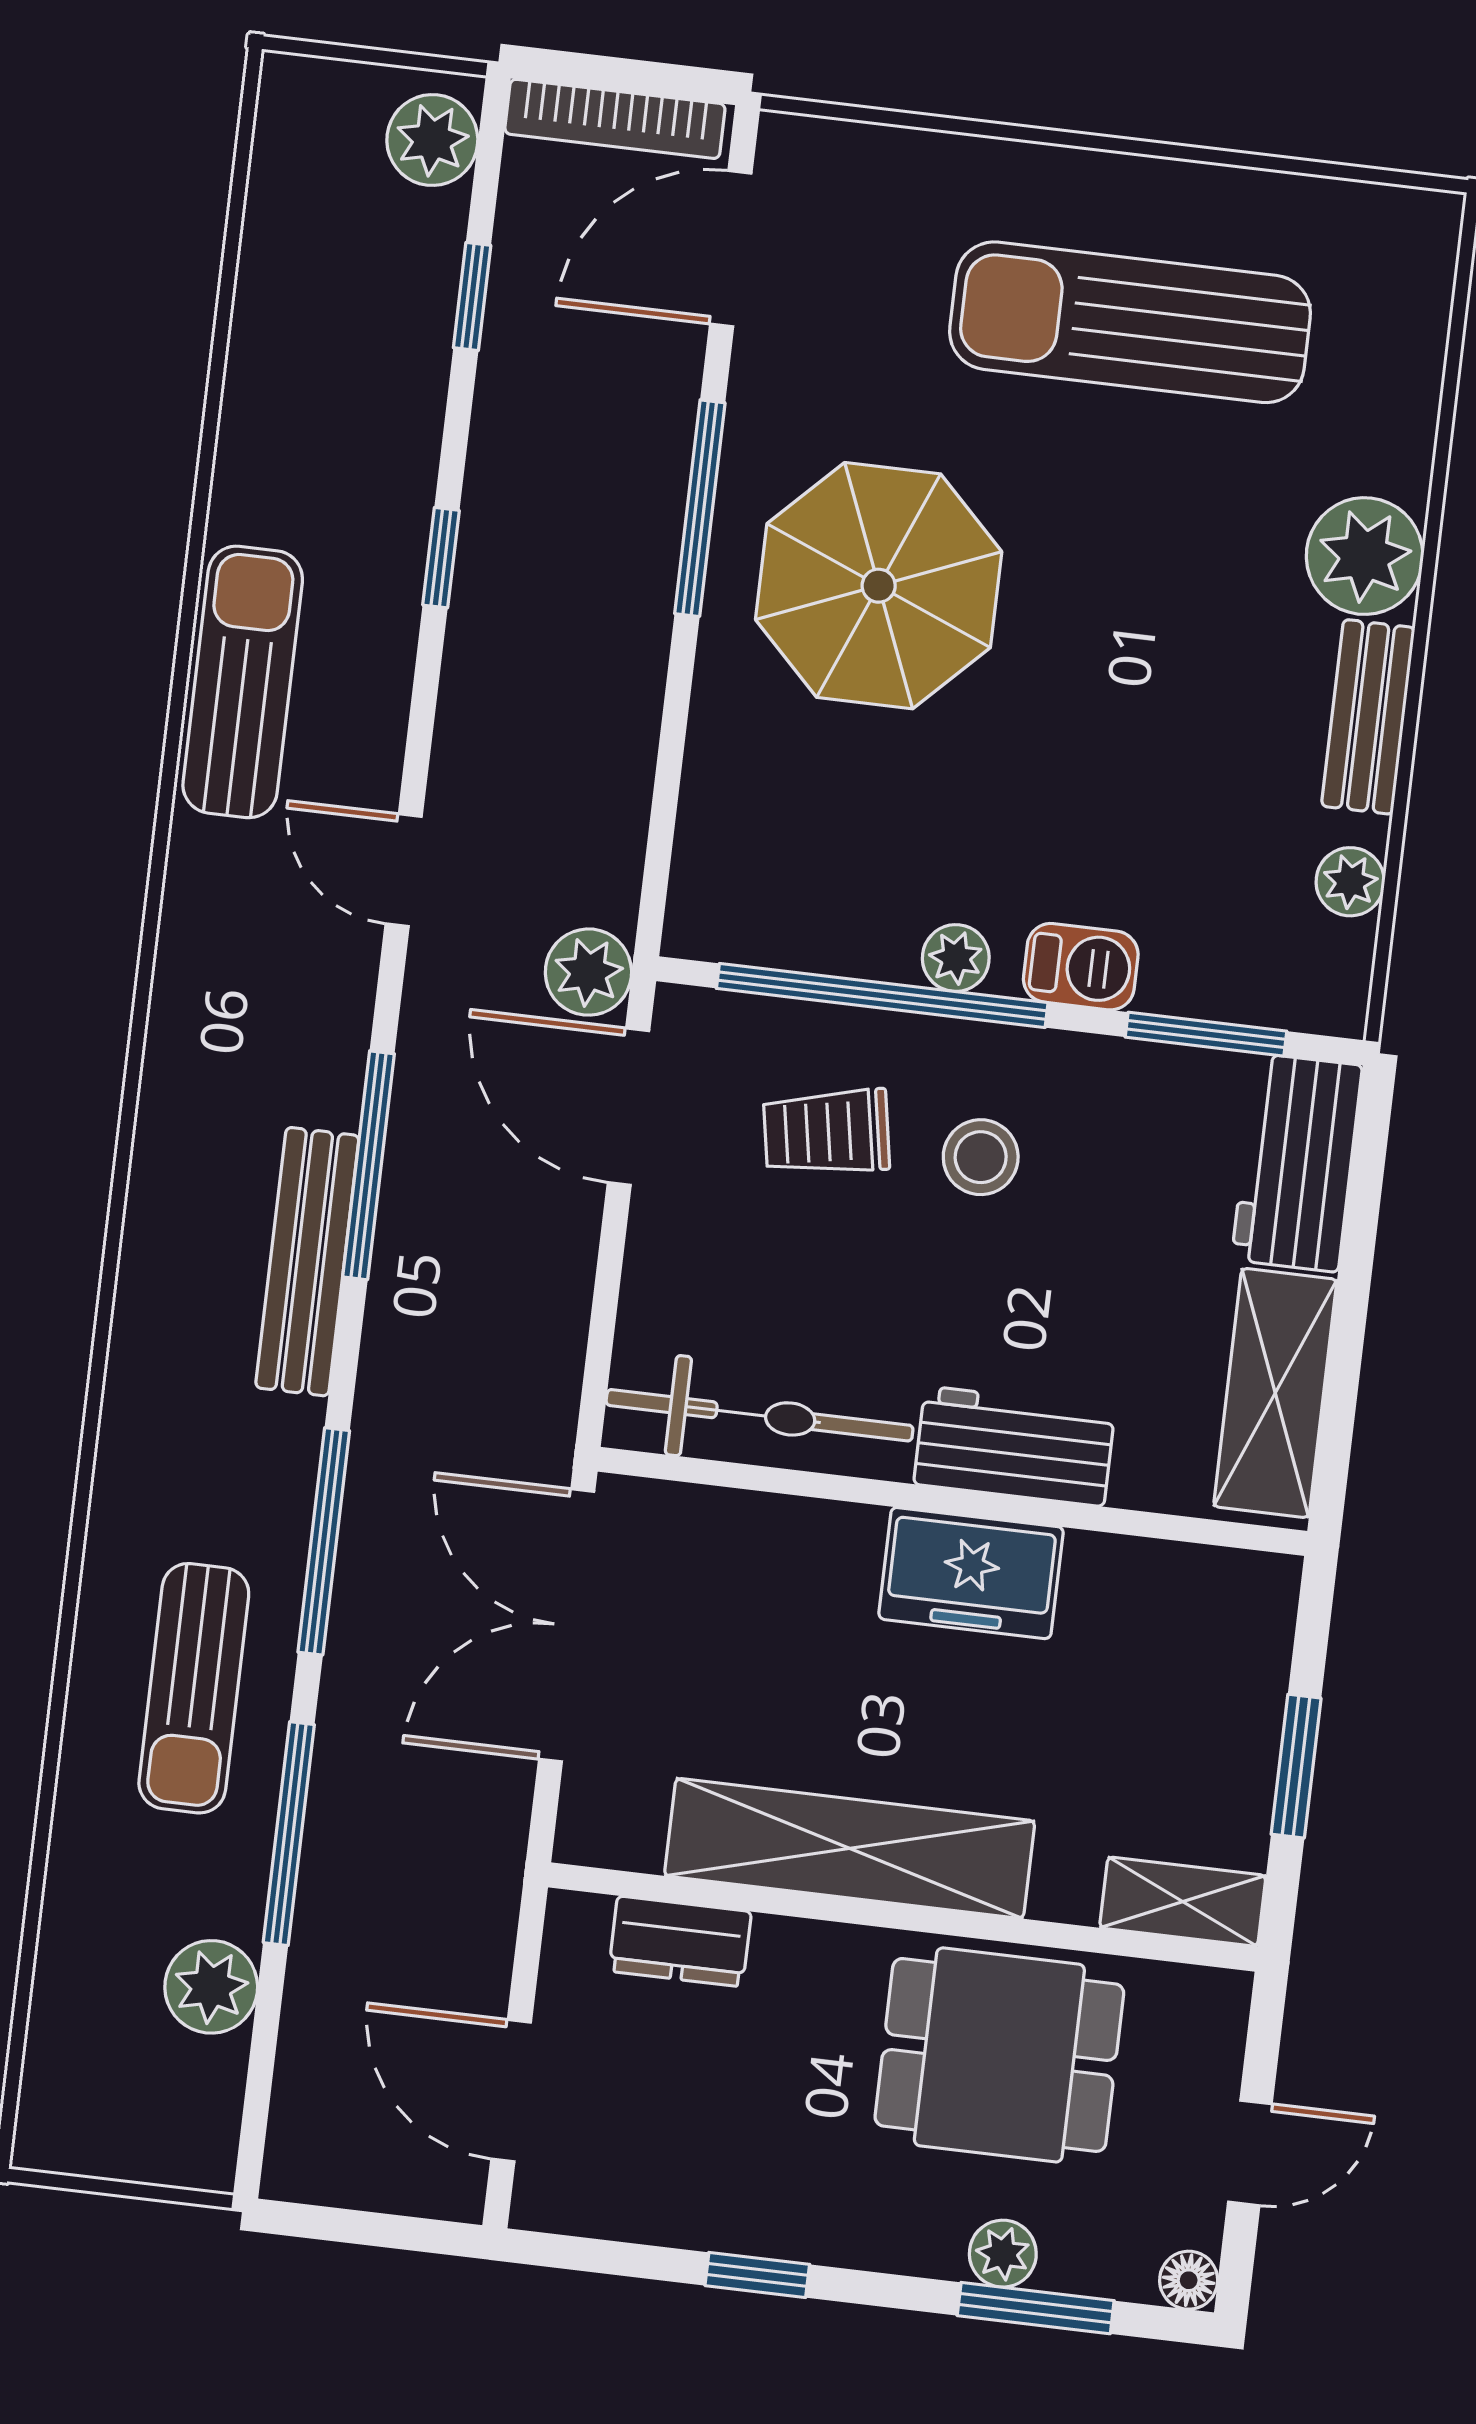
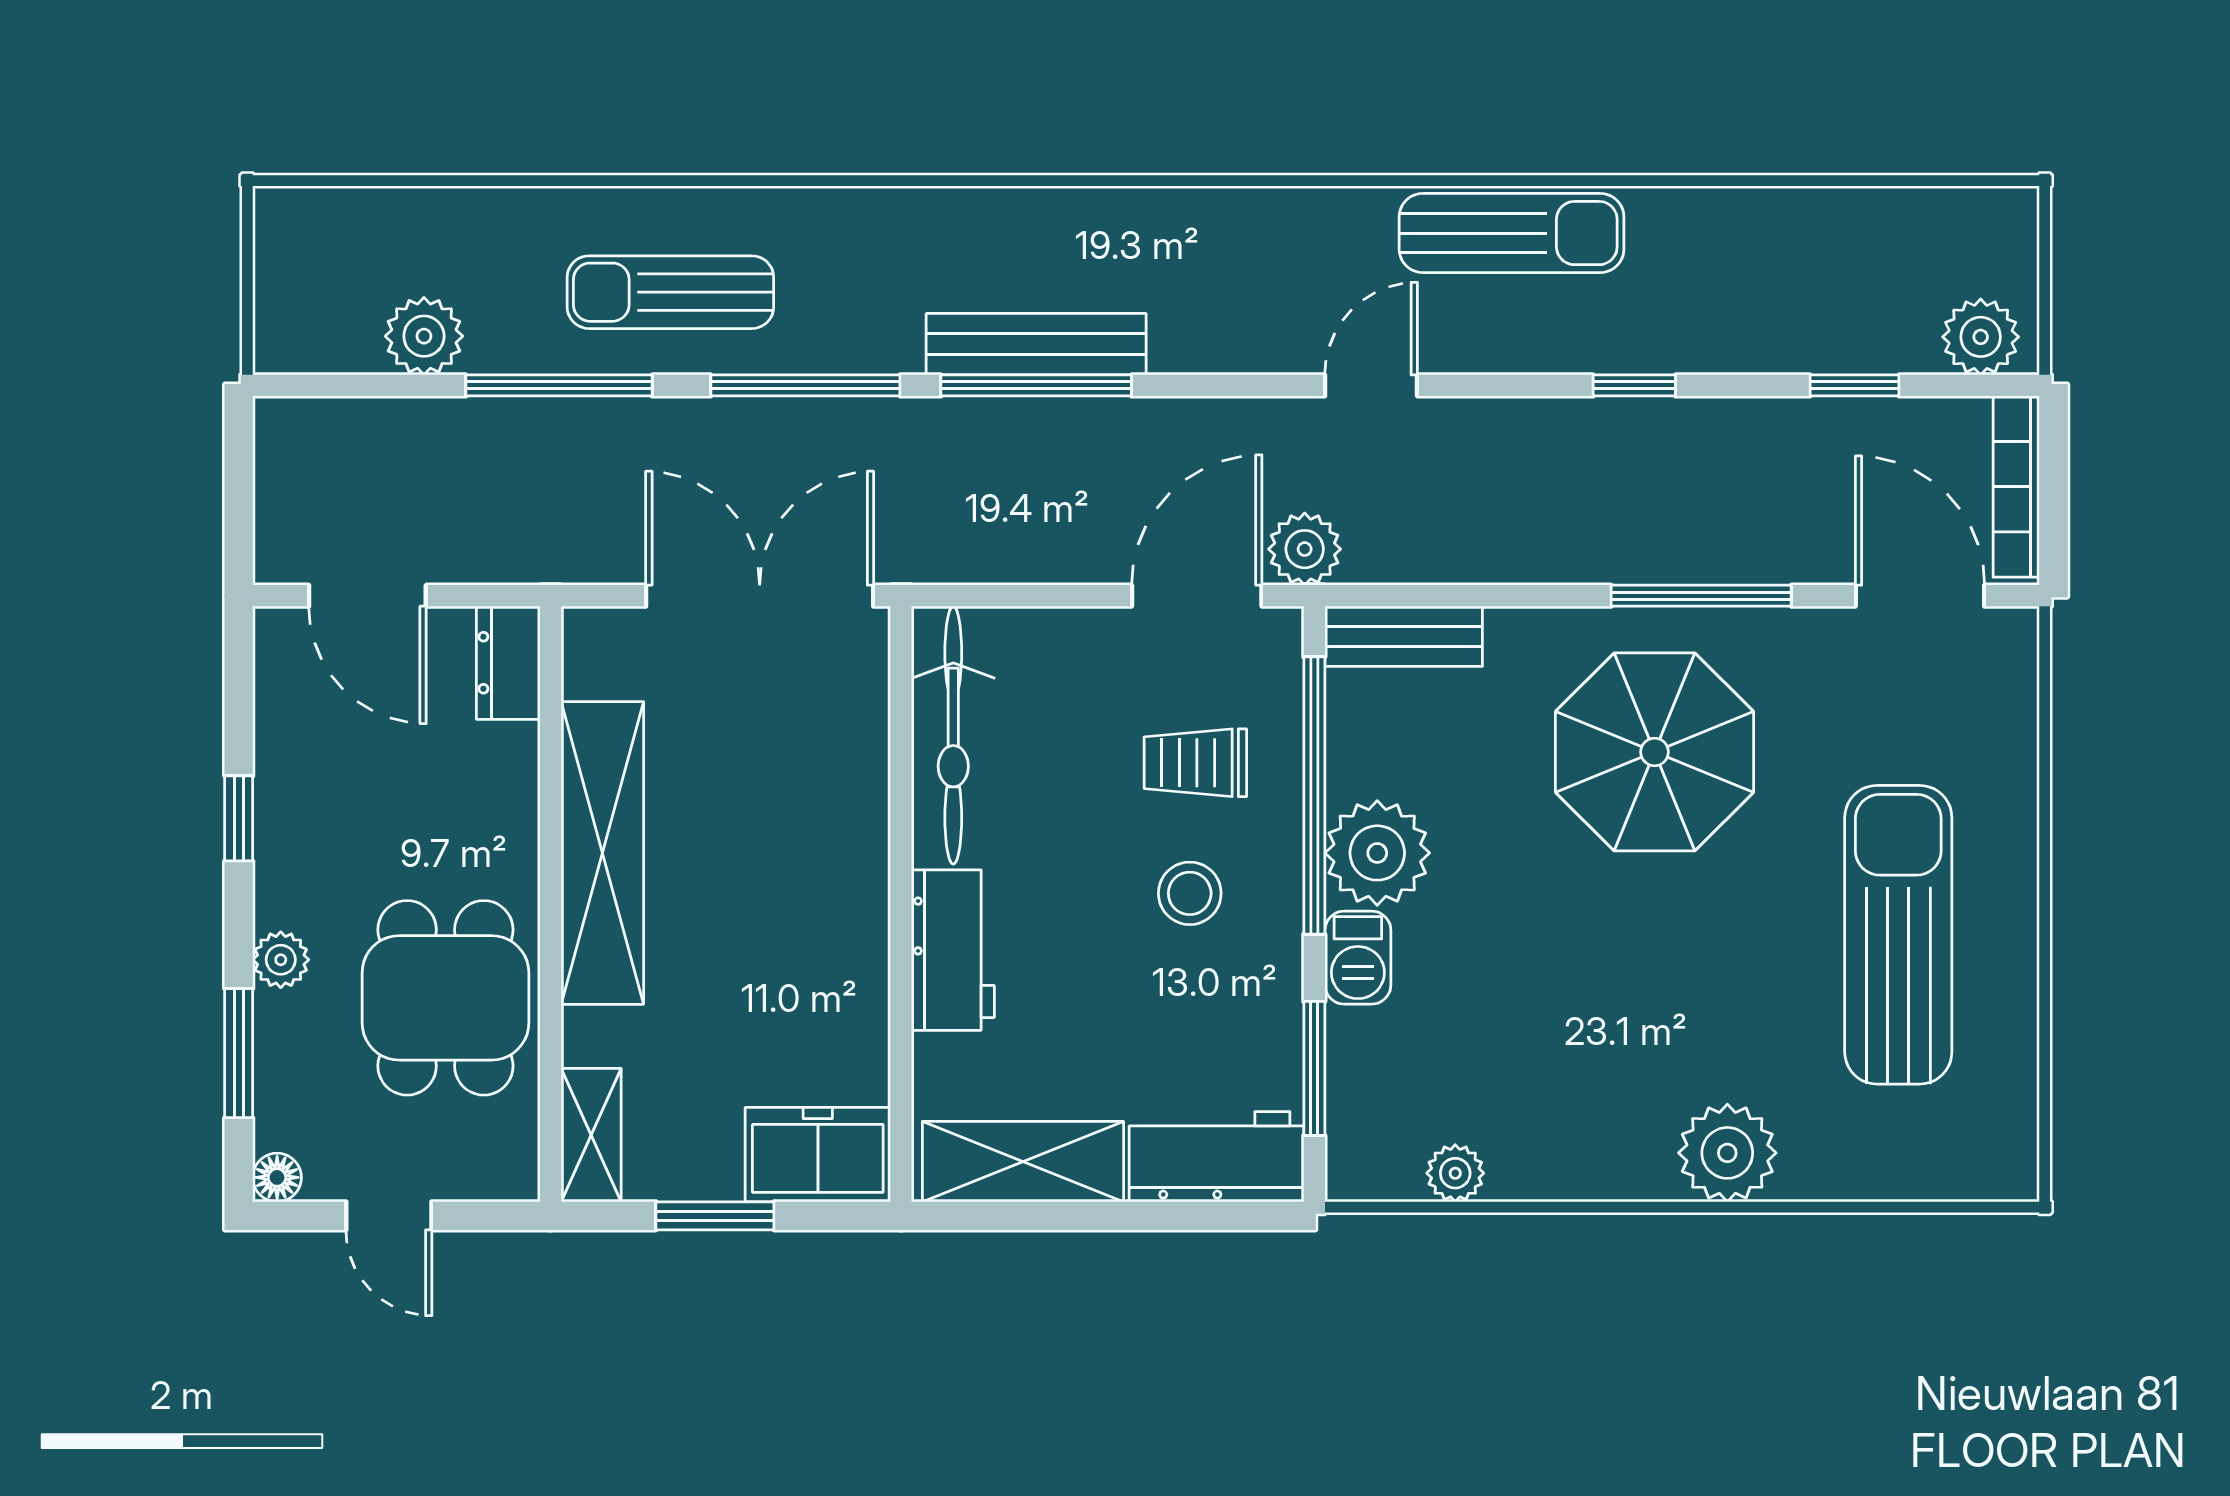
bench: (1368, 717) -> (1404, 636), moved
plant: (956, 958) -> (1377, 853), width x1.88, depth x1.88
trolley: (826, 1132) -> (1195, 763), turned -80
window: (369, 1165) -> (1036, 385), moved
freezer: (971, 1573) -> (818, 1155), moved, turned 90
dresser: (680, 1941) -> (508, 663), moved
door: (511, 2091) -> (367, 596), swing flipped
plant: (1003, 2254) -> (281, 960), moved

